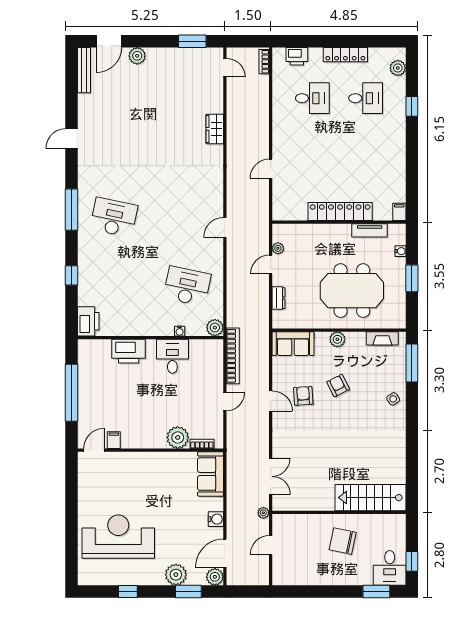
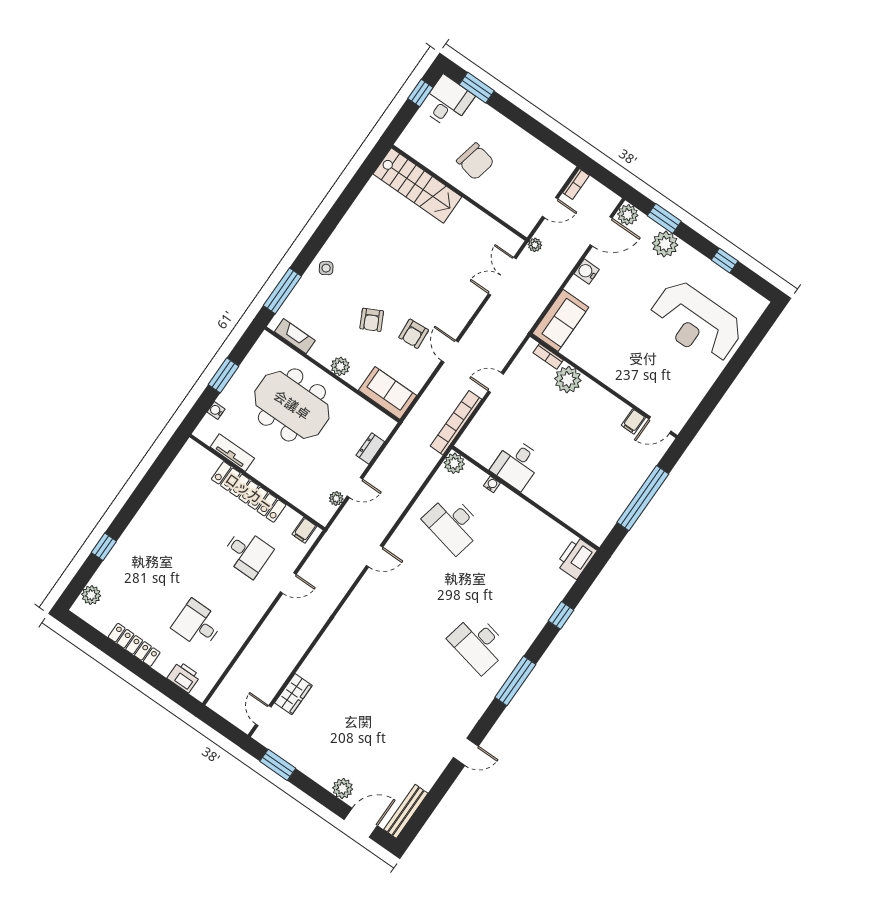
bookcase: (264, 62) -> (576, 184), moved
desk: (366, 98) -> (247, 553), moved, turned 180
wardrobe: (215, 129) -> (293, 694), moved
filing cabinet: (399, 212) -> (304, 530), moved
printer: (129, 351) -> (557, 500), removed

